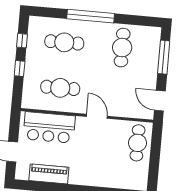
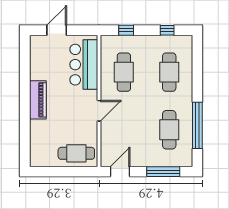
window: (91, 16) -> (197, 125), moved
cafe table: (122, 48) -> (169, 130), turned 90
window: (20, 69) -> (126, 30), moved
piano: (49, 174) -> (38, 100), moved

